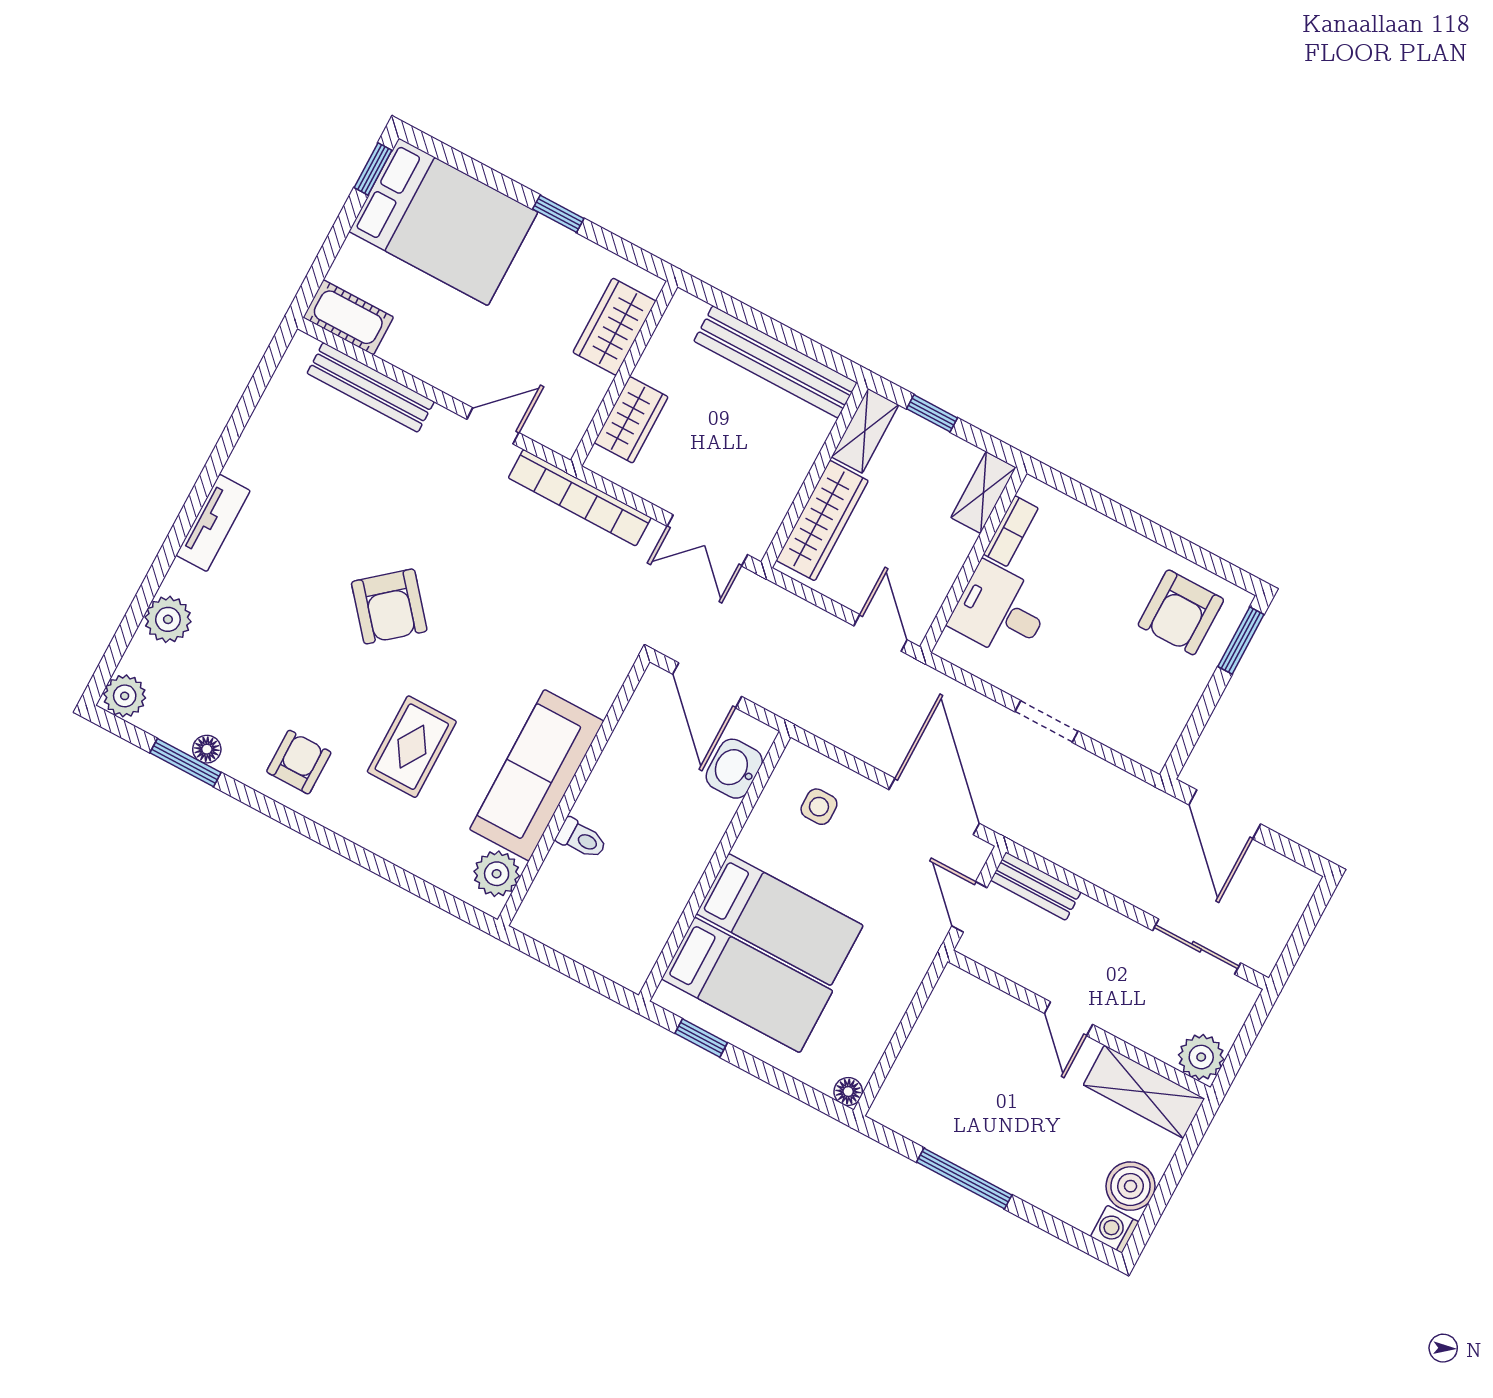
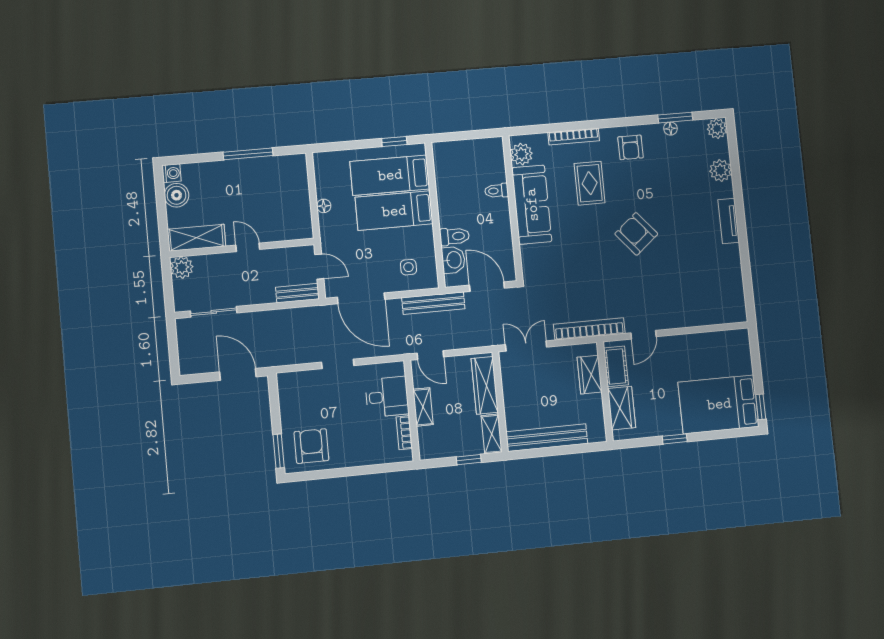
cot: (348, 317) -> (616, 366), moved, turned 90
bench: (371, 387) -> (433, 303), moved
shelving: (983, 493) -> (423, 407), moved
toilet: (706, 808) -> (454, 236), added
bookcase: (386, 845) -> (574, 137), added
floor lamp: (848, 1092) -> (324, 206), moved

